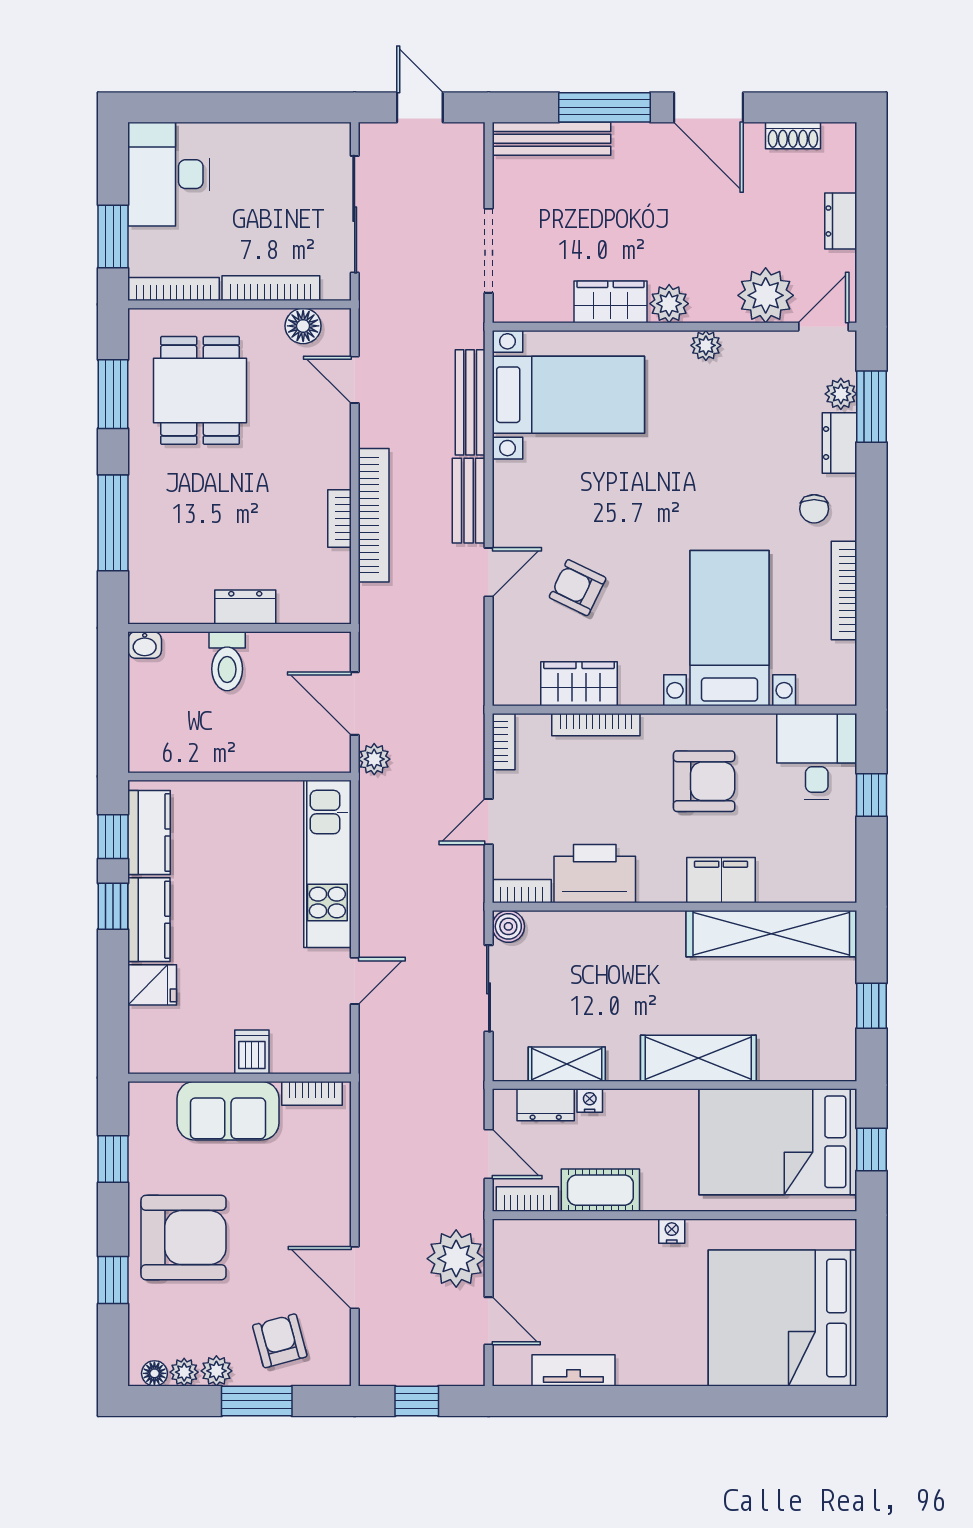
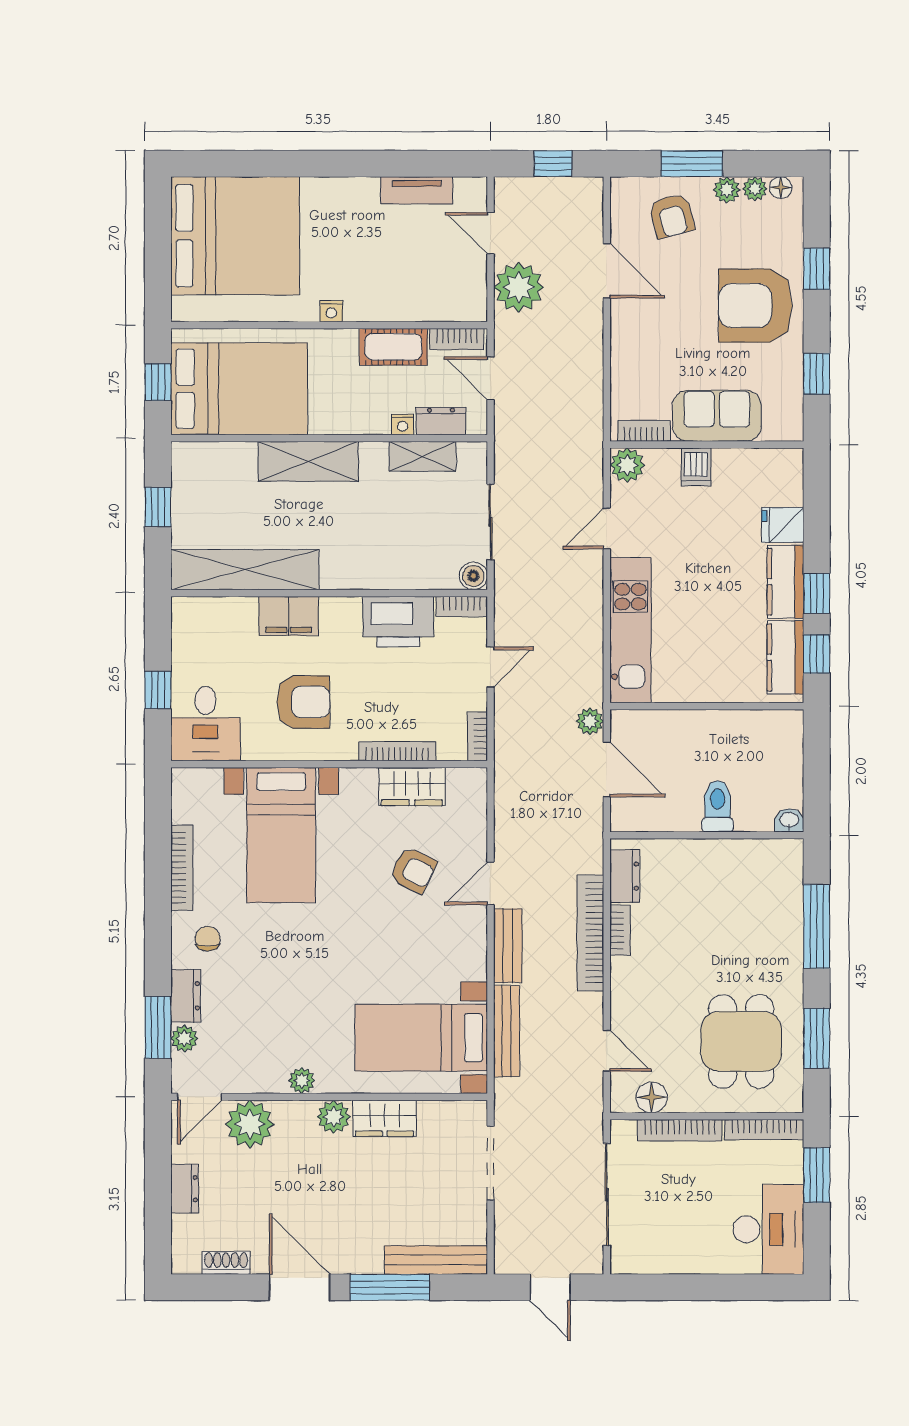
dresser: (245, 607) -> (625, 876), moved, turned -90
armchair: (704, 781) -> (303, 702), turned 180
plant: (331, 1054) -> (627, 465), added

